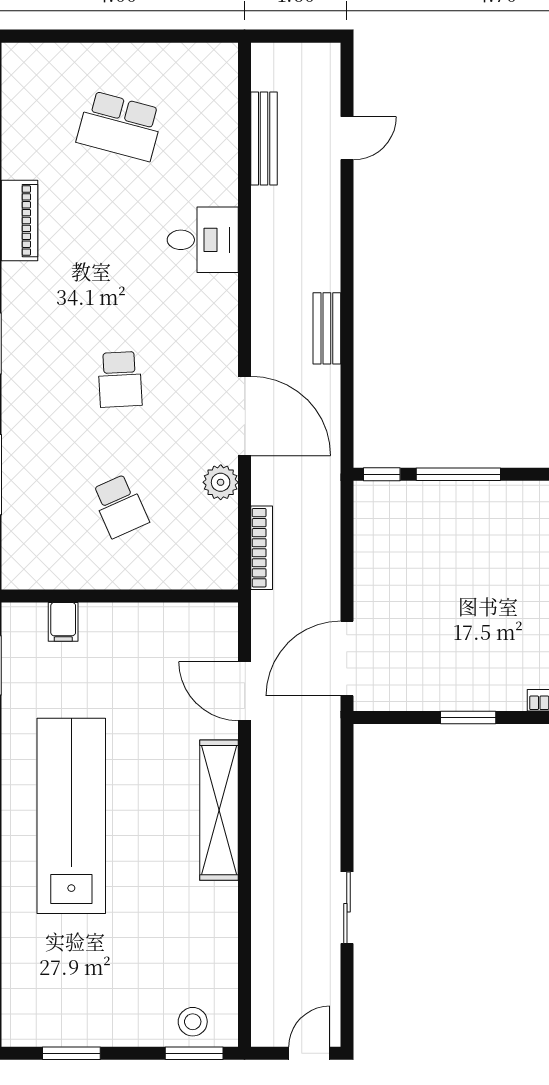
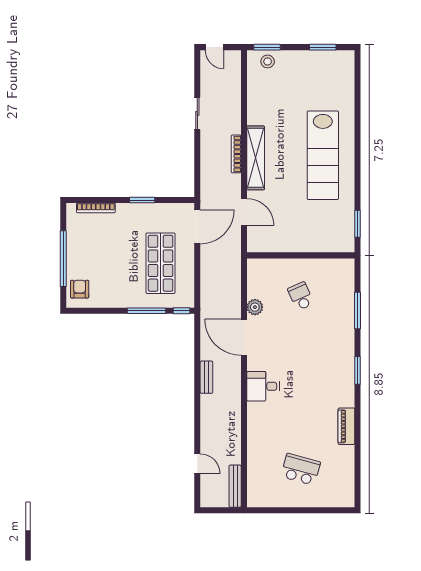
bench: (264, 138) -> (235, 486), moved
door: (347, 138) -> (197, 464), swing flipped
desk: (203, 240) -> (263, 386), moved
school desk: (120, 379) -> (301, 354), removed
bookcase: (262, 548) -> (236, 154), moved
shop shelf: (428, 579) -> (161, 263), added
filing cabinet: (63, 622) -> (327, 244), removed
door: (309, 1053) -> (214, 47), hinge flipped

